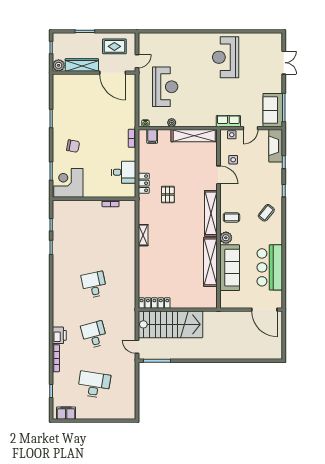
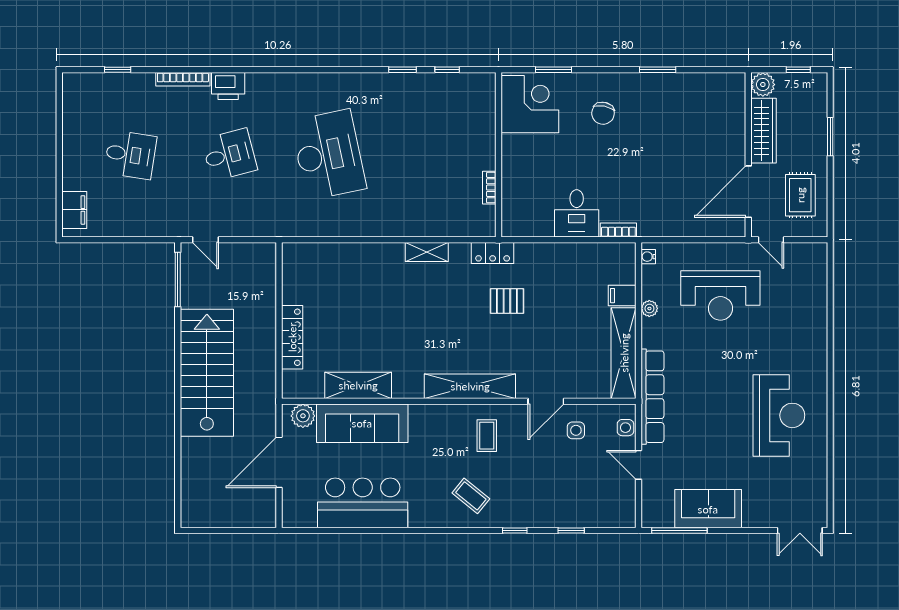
reception desk: (226, 57) -> (779, 415), turned 90
double door: (284, 63) -> (800, 530), moved
sofa: (273, 110) -> (708, 509), moved
row of seats: (228, 121) -> (652, 397), width x2.02
filing cabinet: (152, 136) -> (622, 296), moved
fireplace: (276, 146) -> (603, 515), removed
desk: (124, 172) -> (577, 213), moved
locker: (144, 183) -> (493, 253), moved
coffee table: (231, 217) -> (487, 436), moved
plant: (226, 238) -> (303, 416), moved
shelving: (210, 262) -> (358, 385), width x0.68
desk: (94, 285) -> (328, 155), width x1.87, depth x1.30
locker: (154, 303) -> (292, 337), moved
door: (264, 310) -> (279, 462), moved
stairs: (170, 324) -> (207, 373), moved, turned 180
door: (137, 347) -> (205, 240), swing flipped
desk: (94, 385) -> (130, 155), width x0.73
filing cabinet: (66, 413) -> (74, 210), moved

